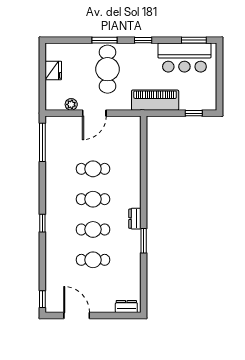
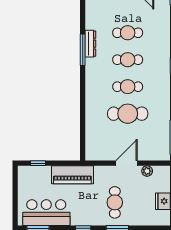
cafe table: (107, 69) -> (115, 202), width x0.73, depth x0.74
cafe table: (93, 169) -> (128, 114), width x1.37, depth x1.35
dresser: (135, 219) -> (90, 44), moved, width x1.44
window: (144, 241) -> (83, 50), width x1.44

